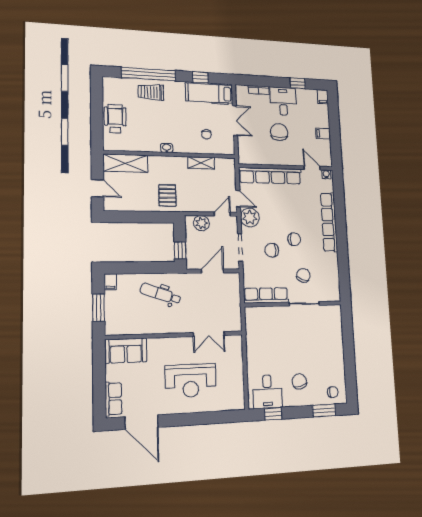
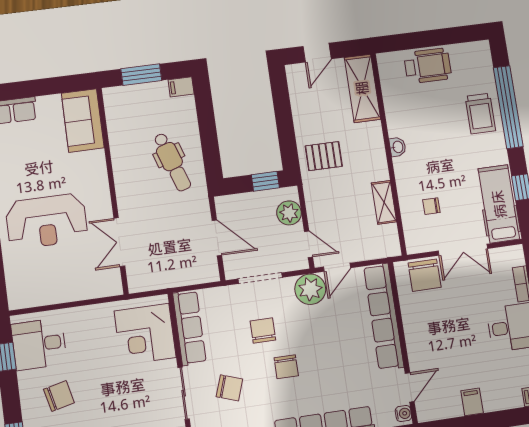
trolley: (151, 92) -> (480, 113), turned 180
chair: (279, 132) -> (425, 275), moved, turned 90
window: (180, 250) -> (265, 181), moved
dental chair: (161, 294) -> (172, 162), turned 143
corner desk: (267, 324) -> (145, 334), added
reception desk: (191, 381) -> (47, 221), turned -90

